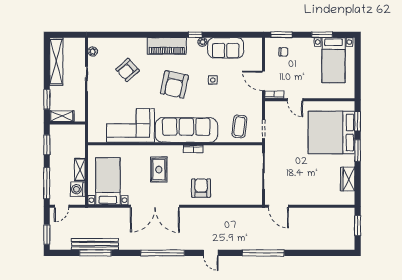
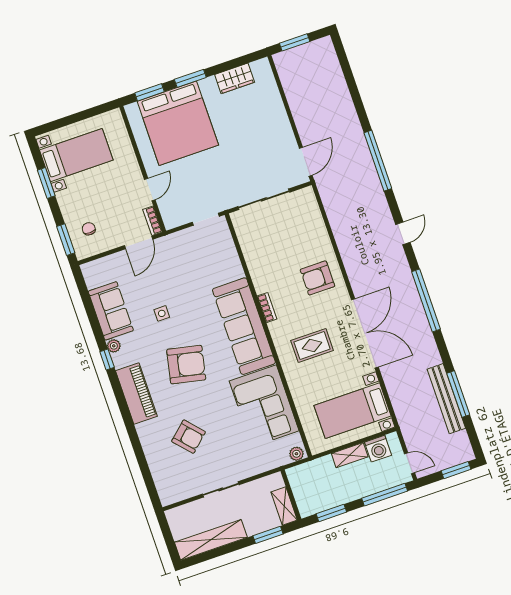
plant: (93, 52) -> (296, 454), moved
coffee table: (239, 126) -> (214, 254), removed

